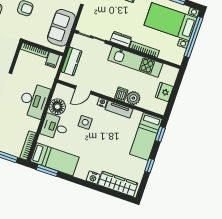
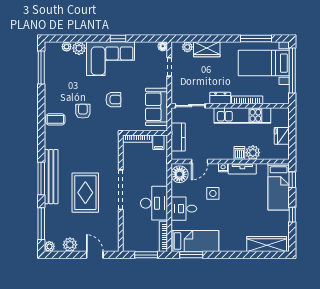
desk: (34, 100) -> (154, 203), moved
floor lamp: (57, 107) -> (179, 174), moved
nightstand: (93, 178) -> (240, 246), removed

